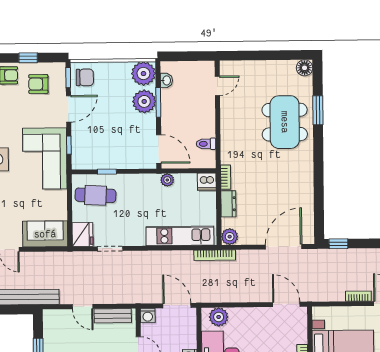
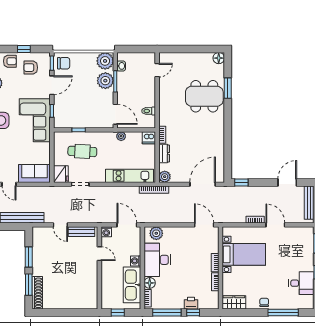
dining table: (285, 122) -> (204, 96), turned 90
cafe table: (95, 195) -> (82, 151), moved

